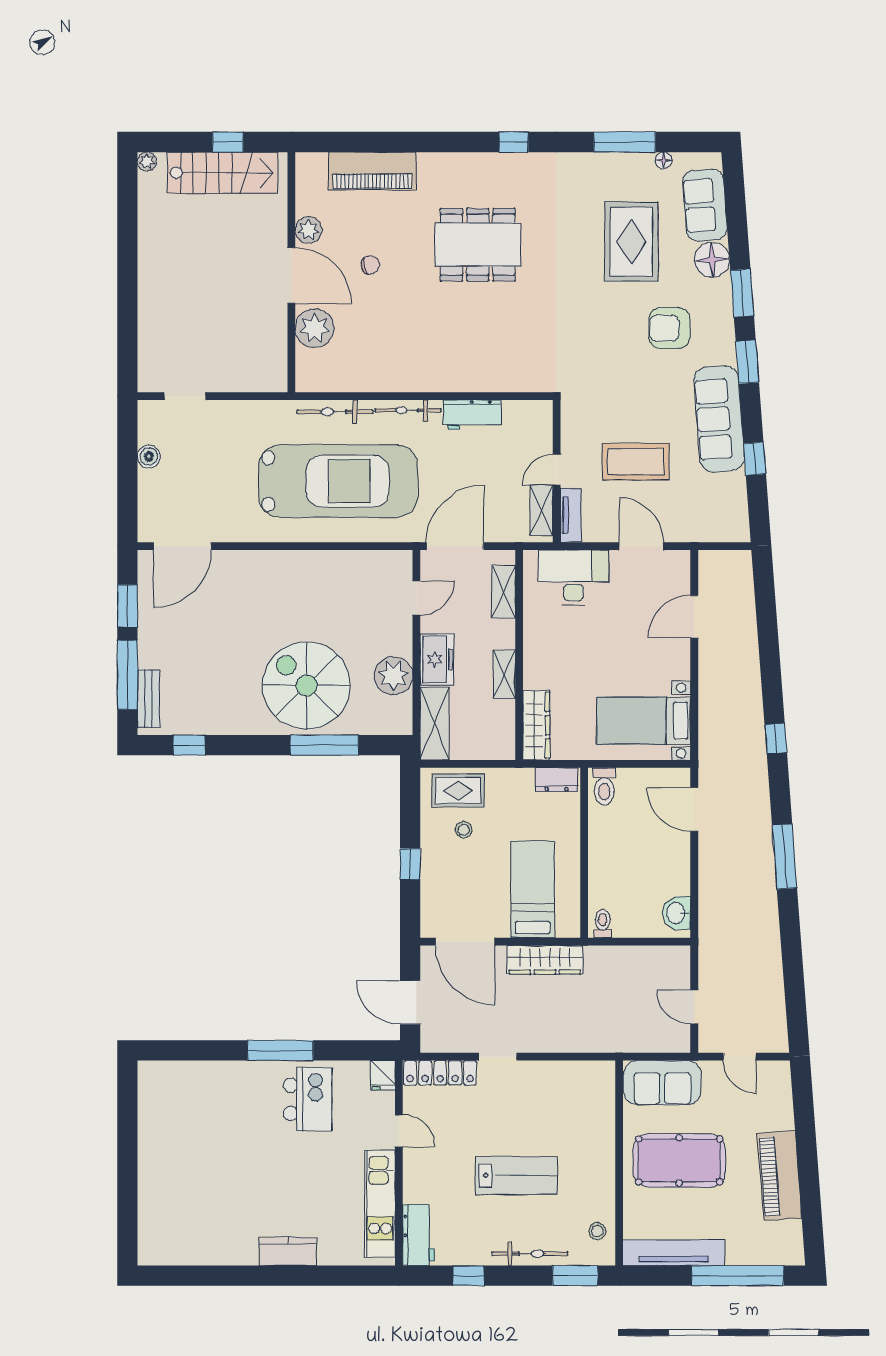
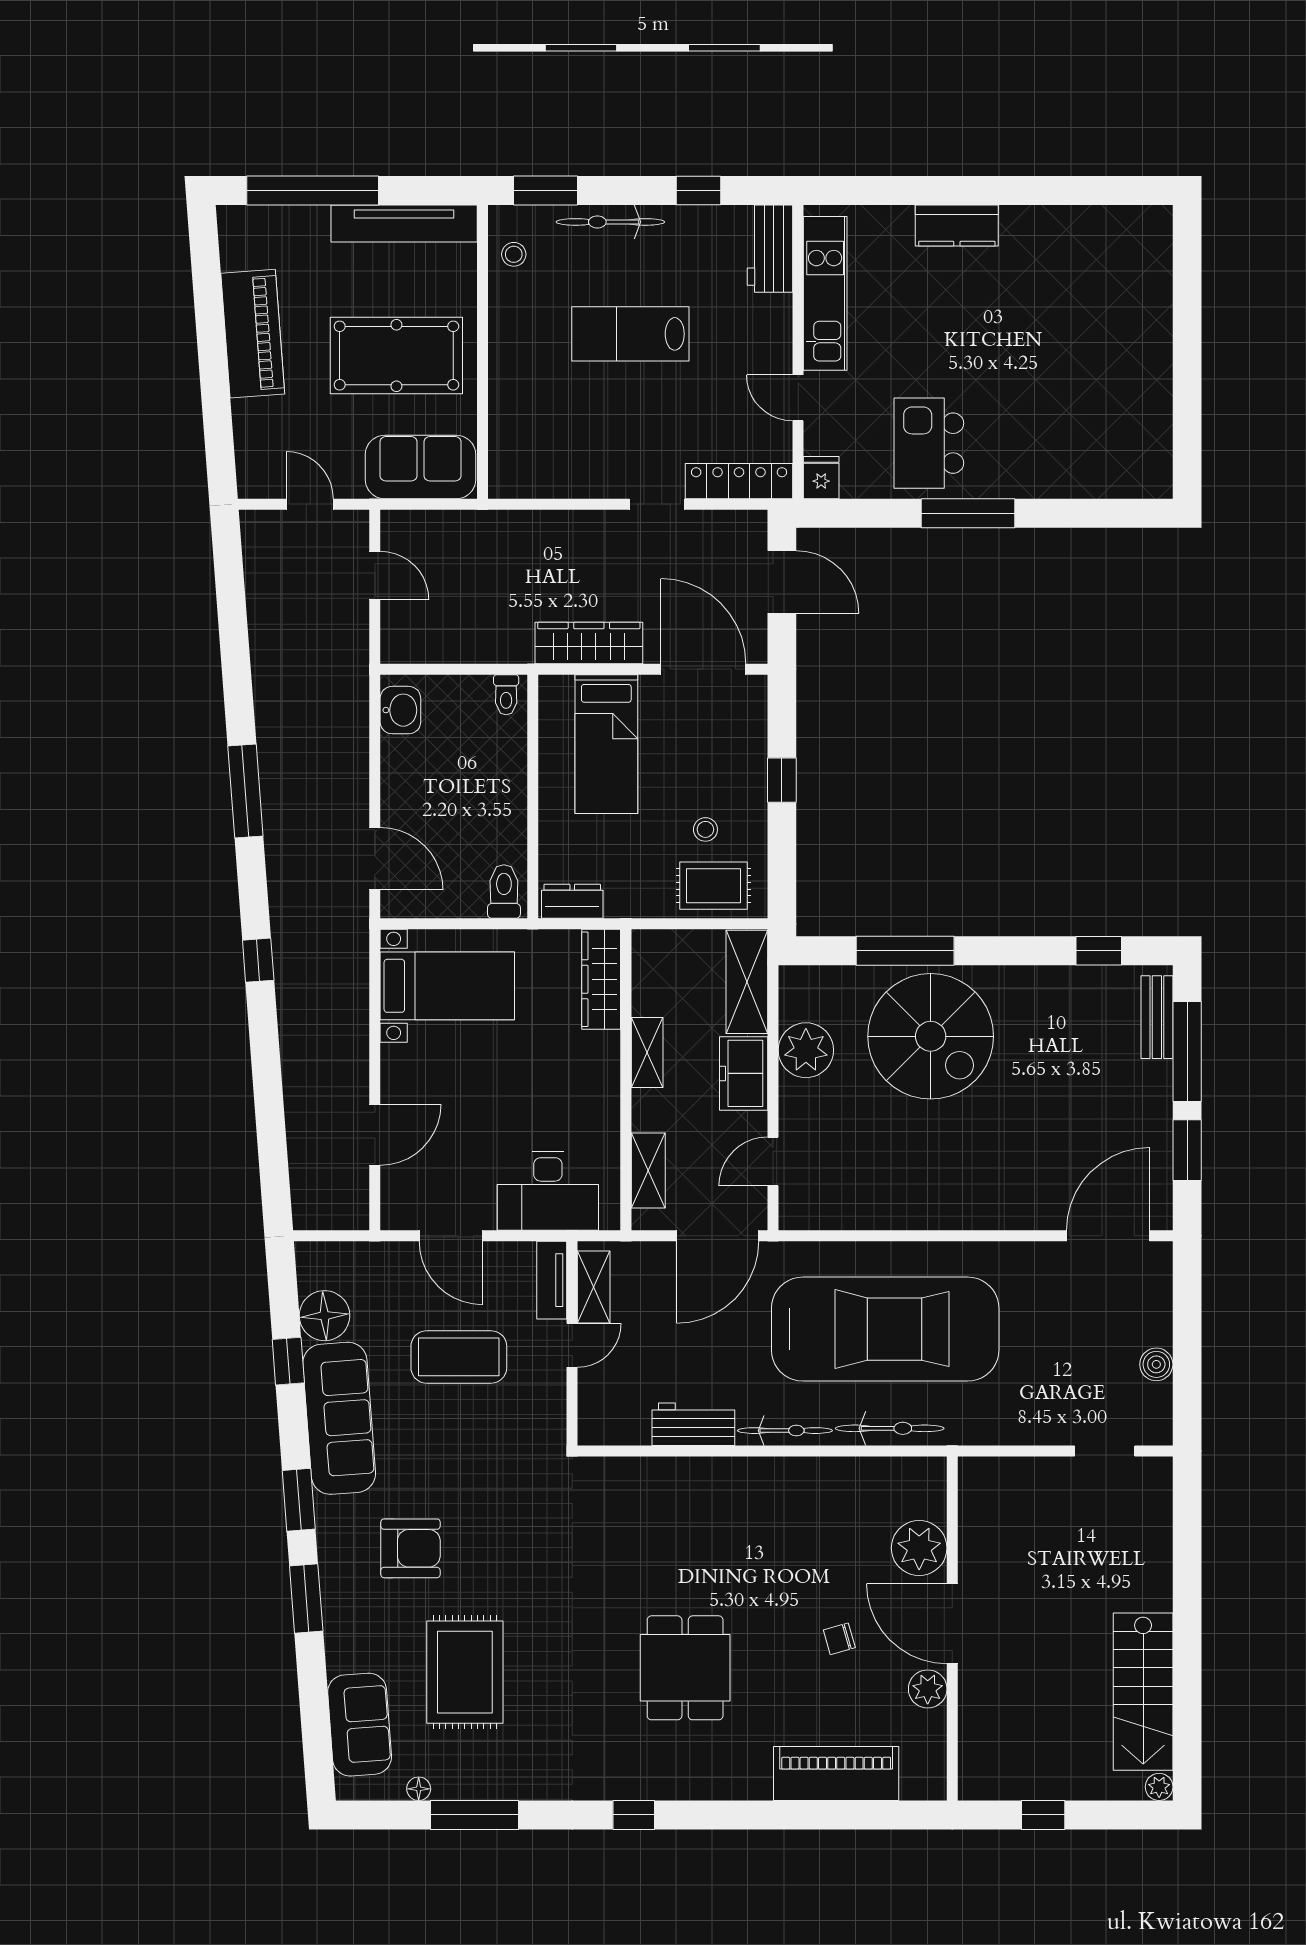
stairs: (223, 173) -> (1143, 1692), moved, turned -90
dining table: (478, 245) -> (685, 1668), width x0.73
floor lamp: (712, 260) -> (325, 1316), moved
car: (338, 481) -> (885, 1329), turned 180

